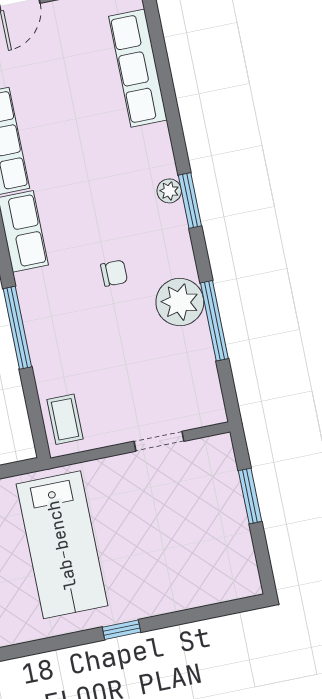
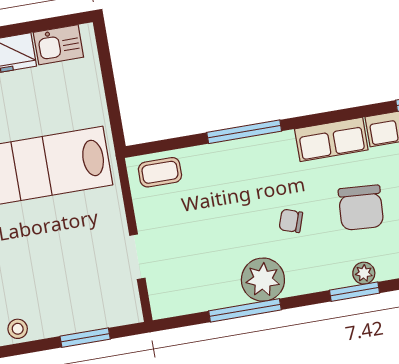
chair: (97, 196) -> (361, 208), added
chair: (114, 273) -> (291, 221), turned 109
stool: (243, 571) -> (18, 329), added

